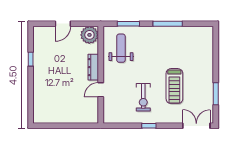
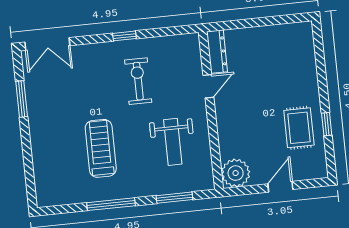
weight bench: (121, 48) -> (173, 142), moved
rug: (48, 59) -> (299, 128), added
dresser: (93, 67) -> (217, 52), moved
treadmill: (174, 86) -> (101, 148), moved

